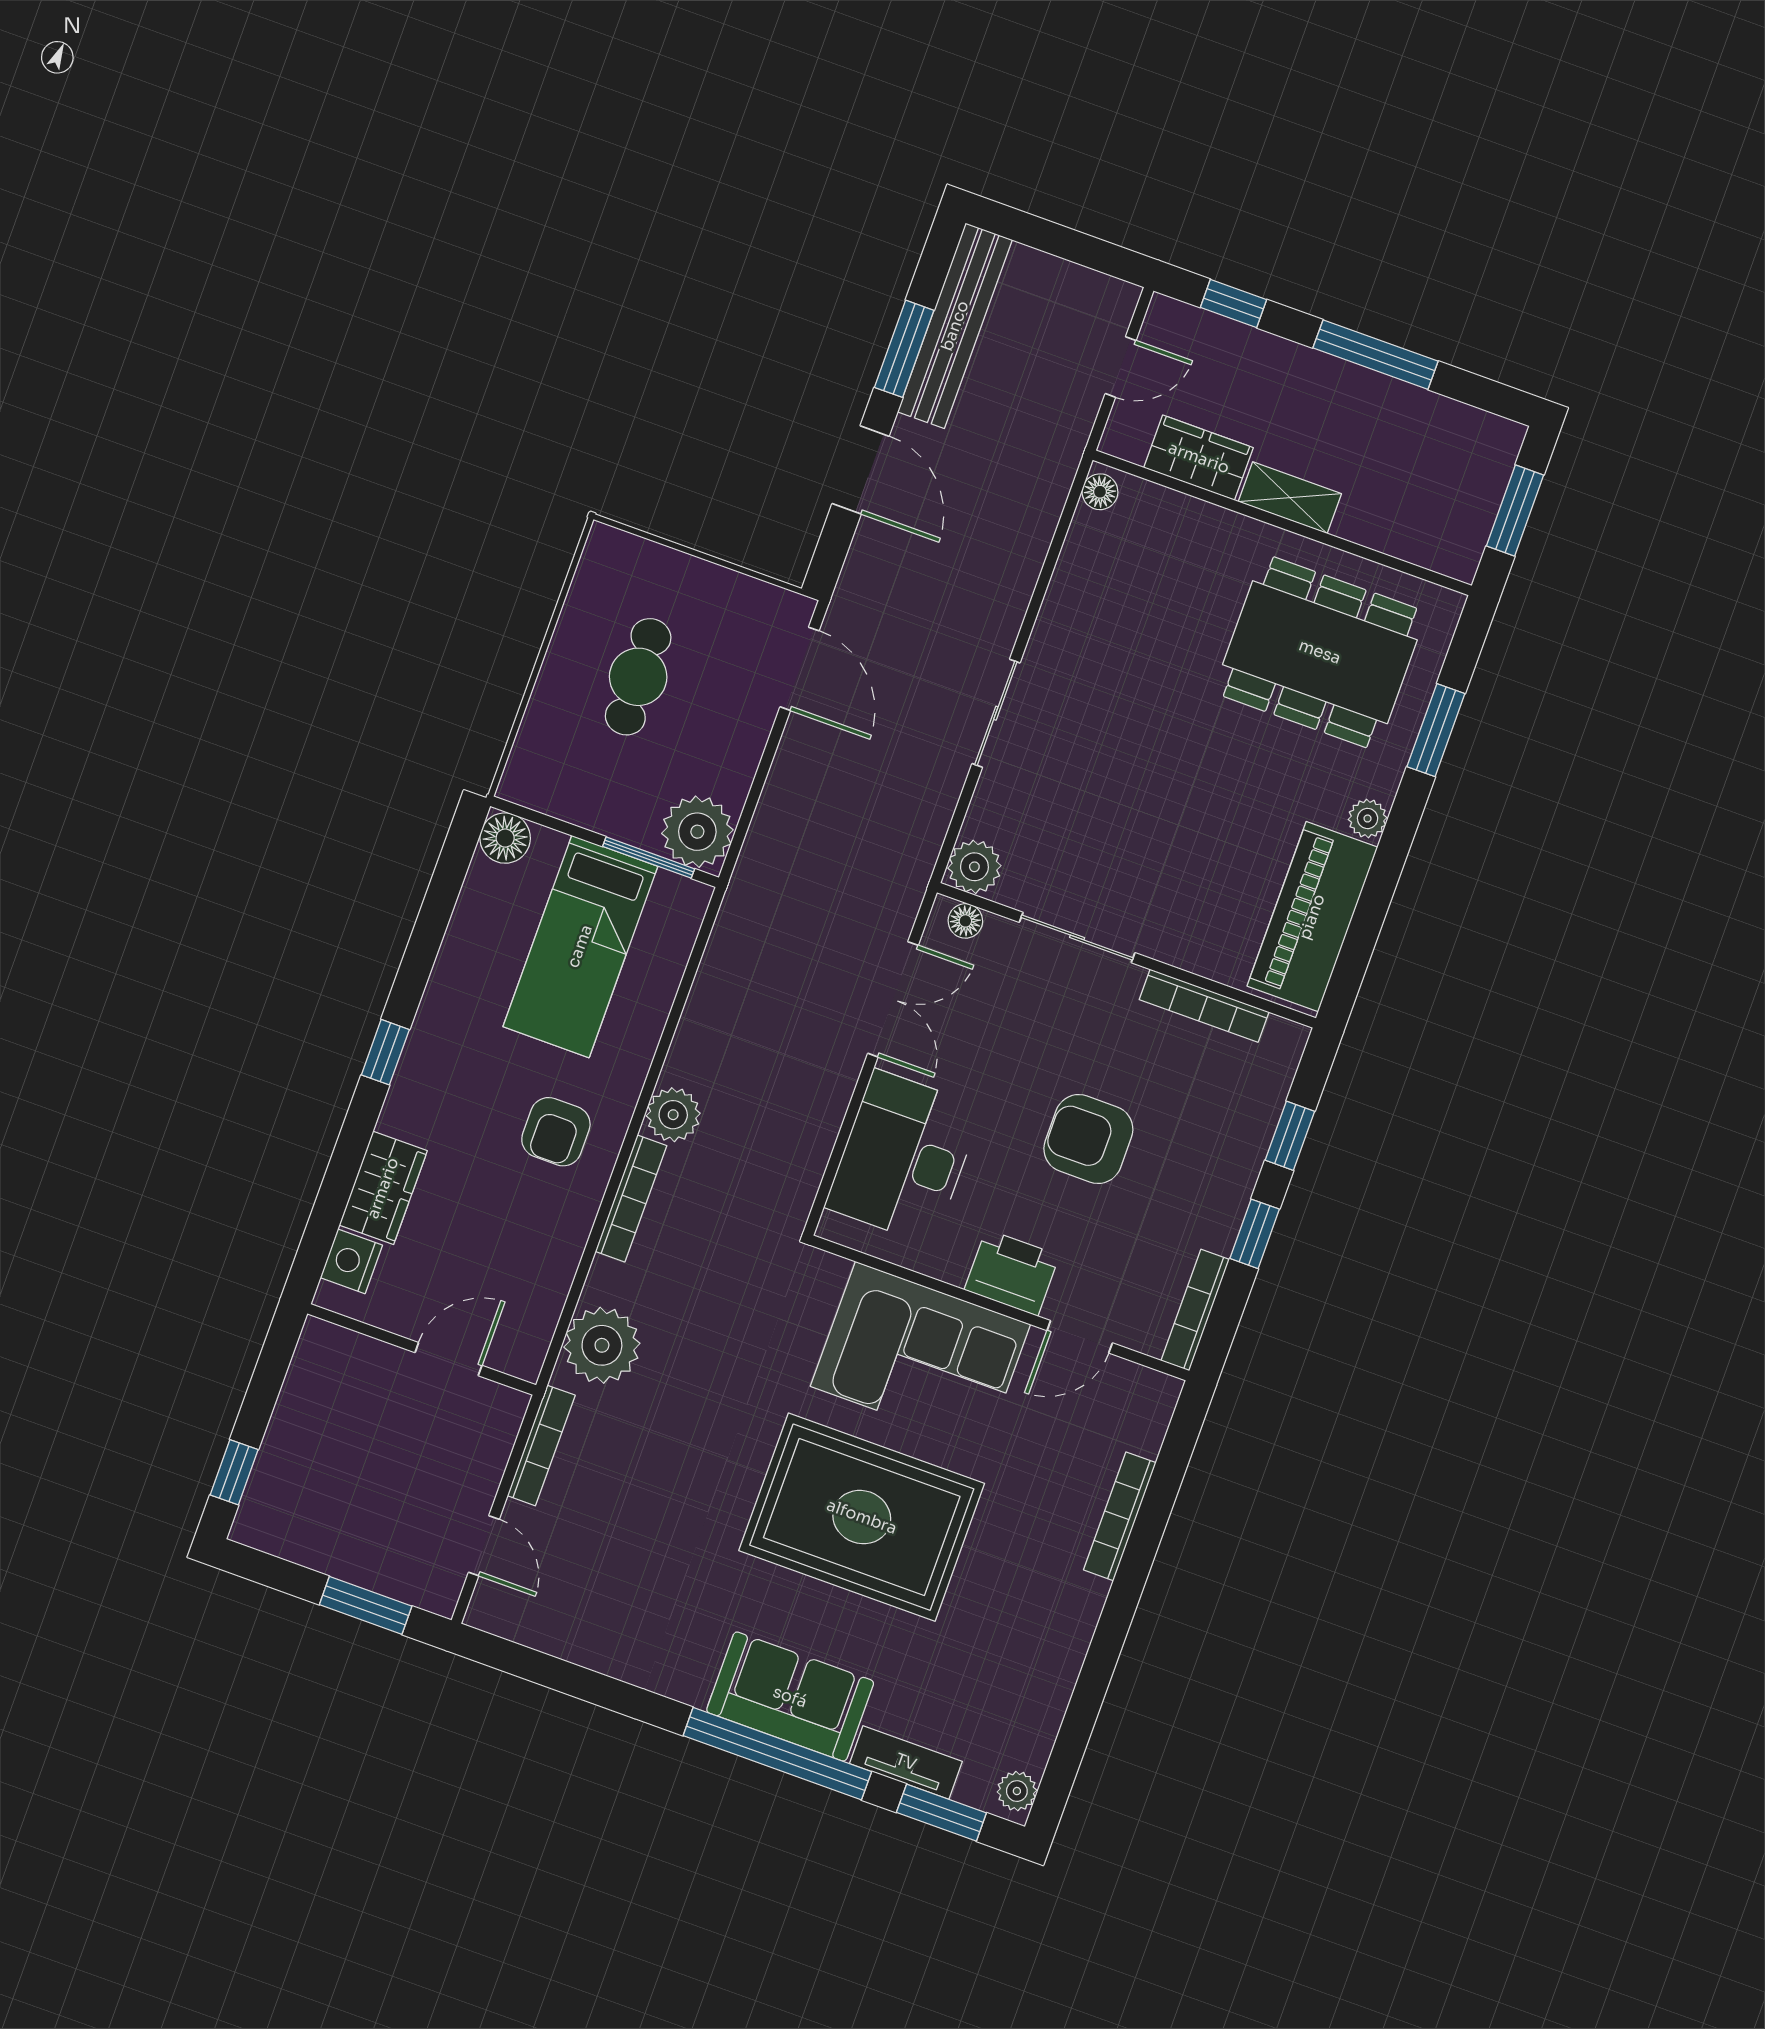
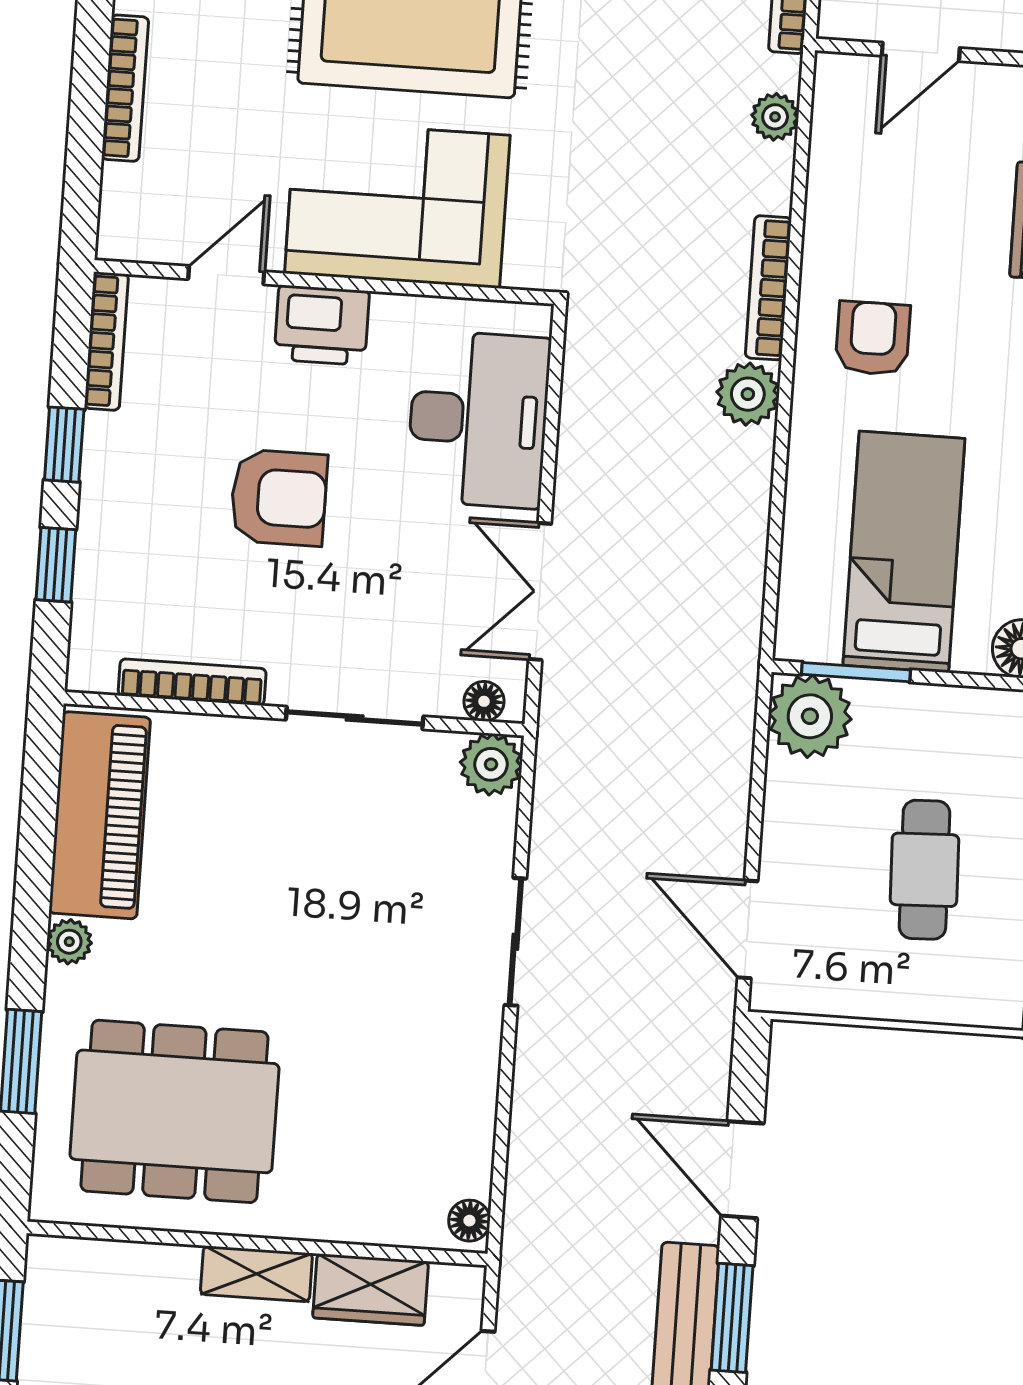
plant: (602, 1345) -> (775, 117), width x0.53, depth x0.53

